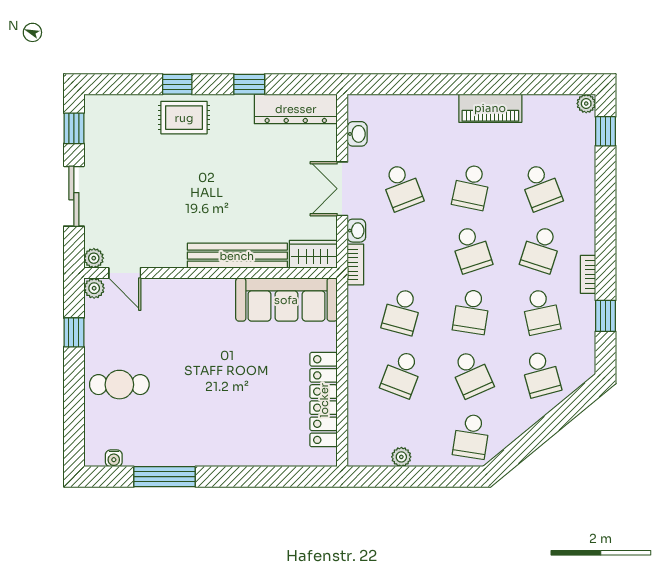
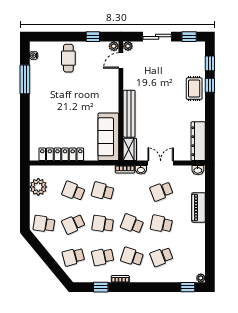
window: (249, 84) -> (210, 63), moved
piano: (490, 108) -> (199, 208), moved
washbasin: (357, 134) -> (198, 170), moved
school desk: (471, 249) -> (132, 224), turned 39
plant: (401, 457) -> (38, 187), width x1.87, depth x1.87

